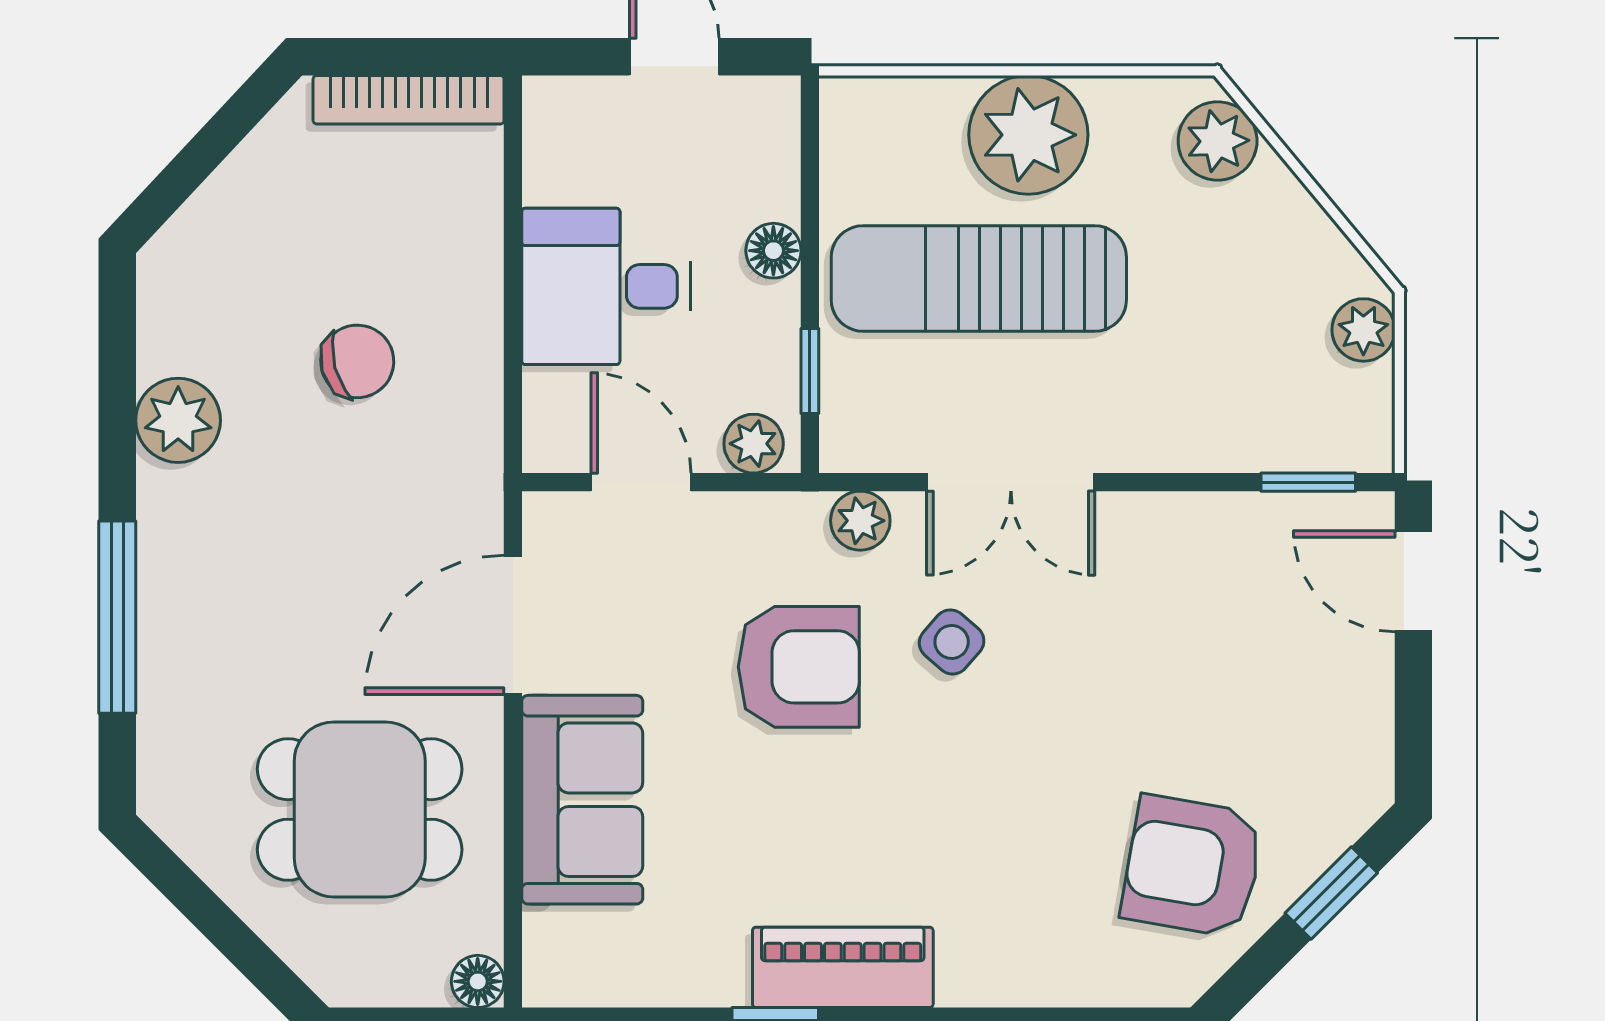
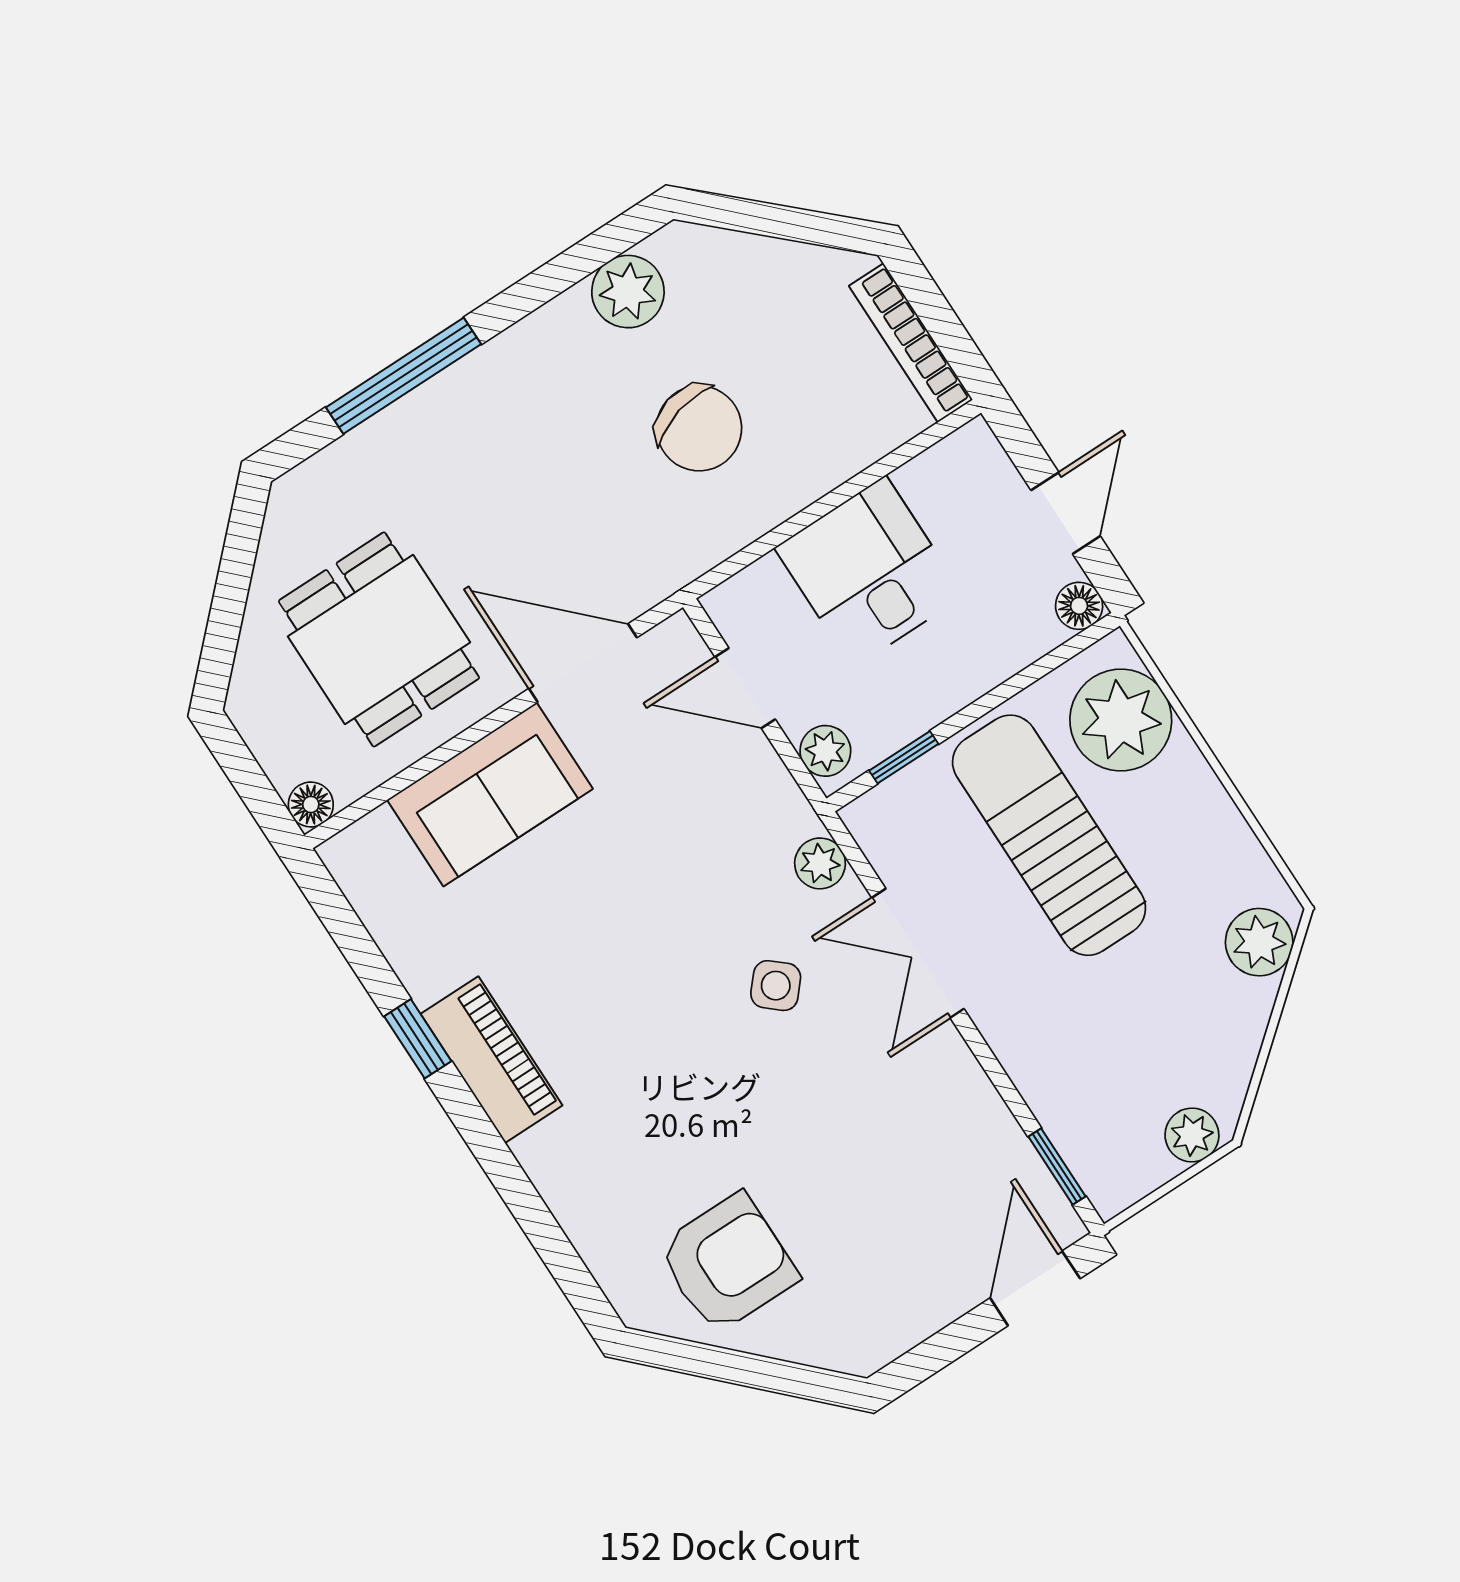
plant: (1028, 135) -> (1121, 720), moved
floor lamp: (773, 251) -> (1079, 606), moved
chair: (357, 361) -> (699, 428), width x1.37, depth x1.37
plant: (178, 420) -> (628, 292), moved
door: (641, 482) -> (745, 688), swing flipped
armchair: (799, 667) -> (686, 888), removed
armchair: (1193, 866) -> (728, 1263), turned 80
window: (1331, 893) -> (773, 1375), removed

